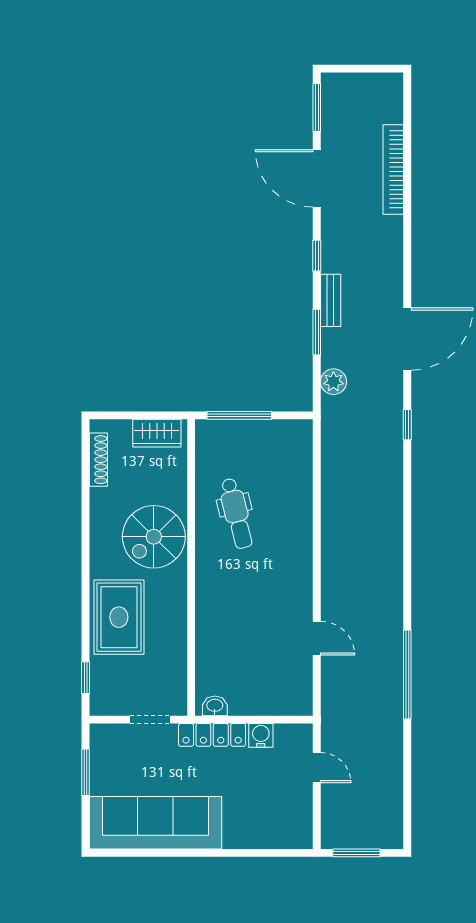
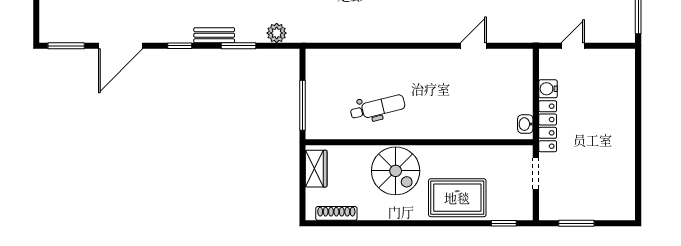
sofa: (155, 823) -> (615, 170), removed

